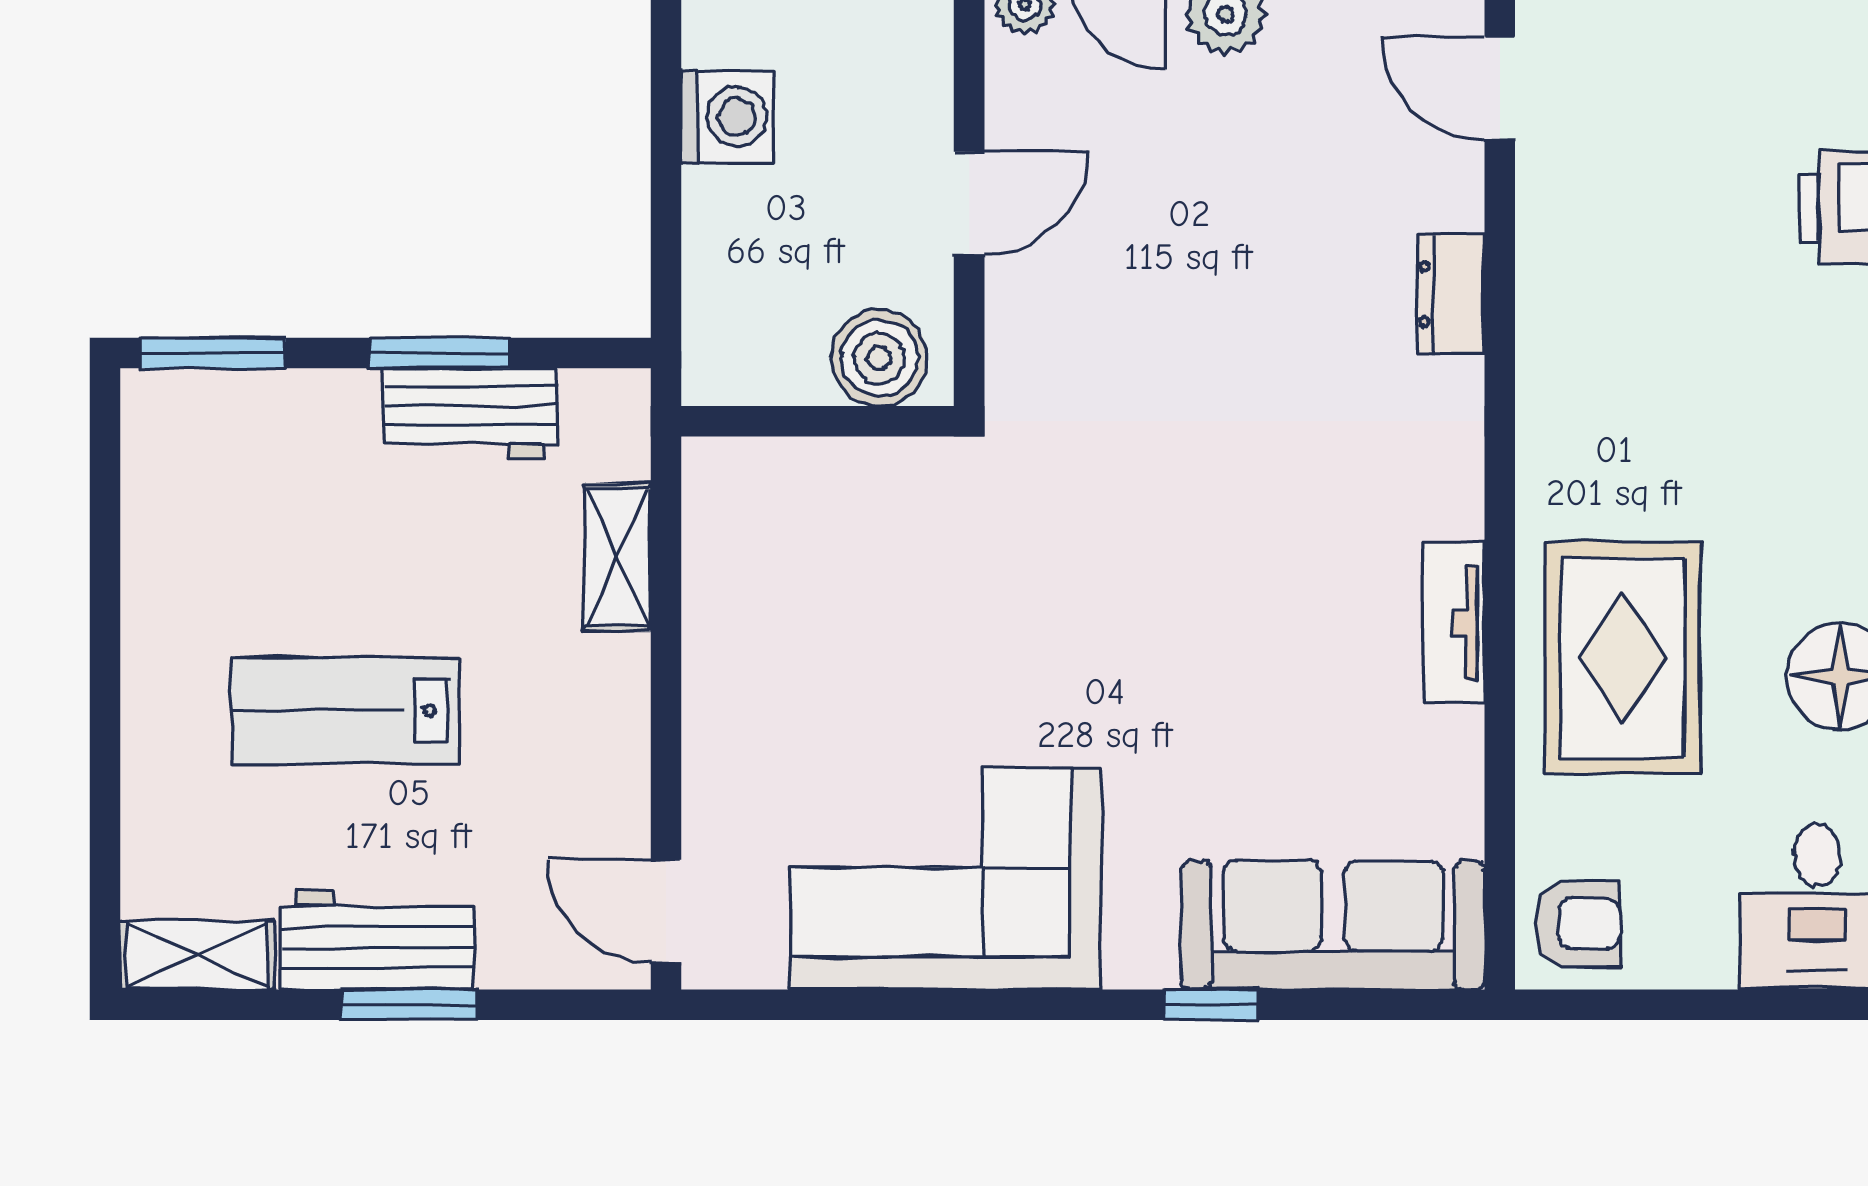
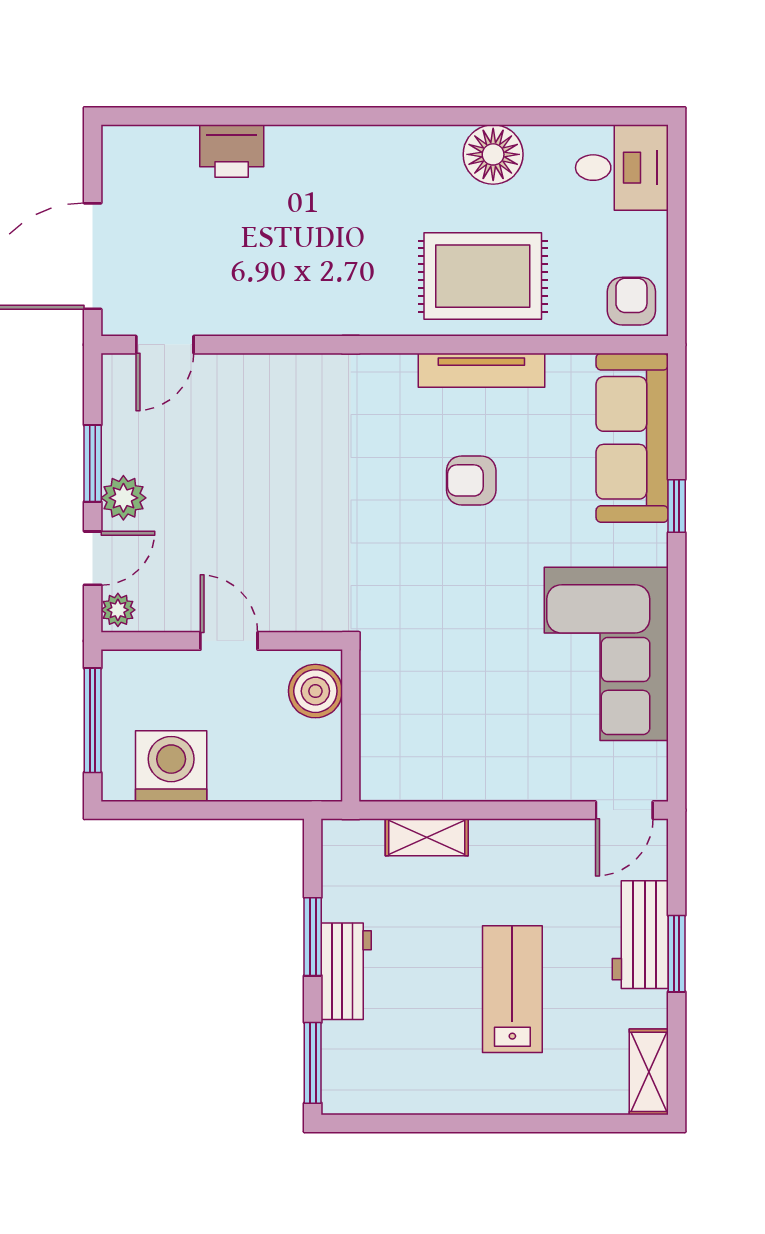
washing machine: (728, 117) -> (171, 766), width x1.37, depth x1.37
dresser: (1451, 294) -> (280, 372), removed
workbench: (471, 413) -> (346, 971), moved
tv unit: (1454, 622) -> (481, 370), width x1.41
armchair: (1257, 637) -> (471, 480), added
lab bench: (345, 711) -> (512, 989), turned 180
workbench: (377, 940) -> (640, 935), moved

